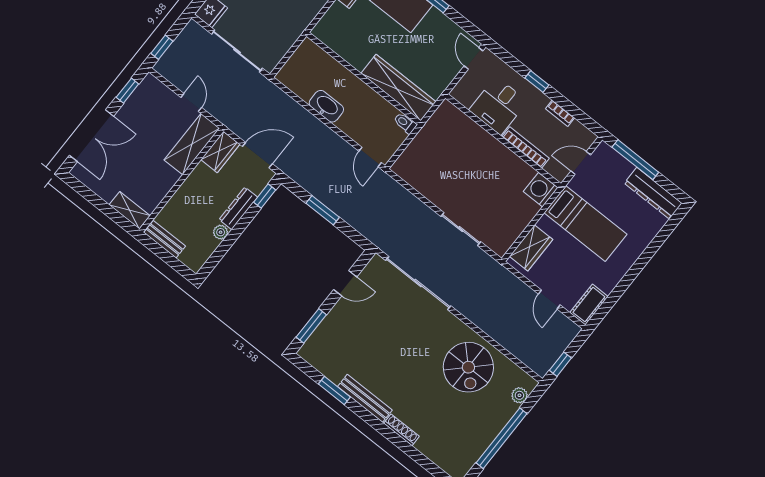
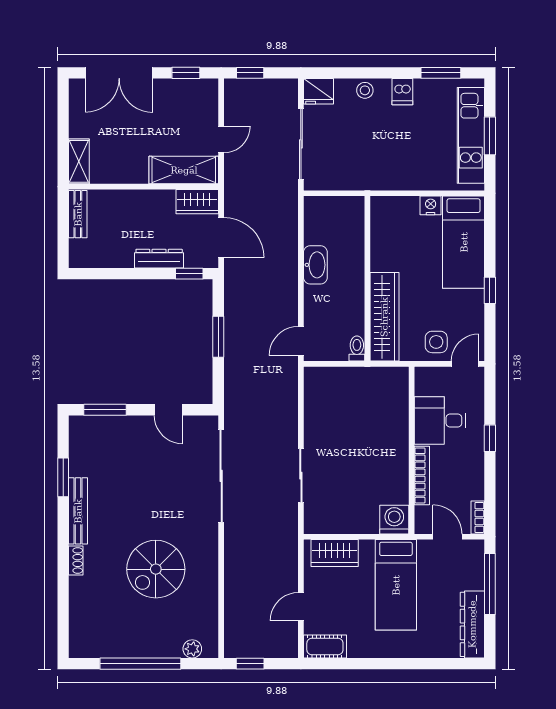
side table: (443, 66) -> (436, 342), added
bookcase: (560, 113) -> (478, 518), moved
plant: (221, 232) -> (125, 260), removed
spiral stairs: (468, 367) -> (156, 569), moved
shoe rack: (401, 430) -> (76, 560), width x0.70

